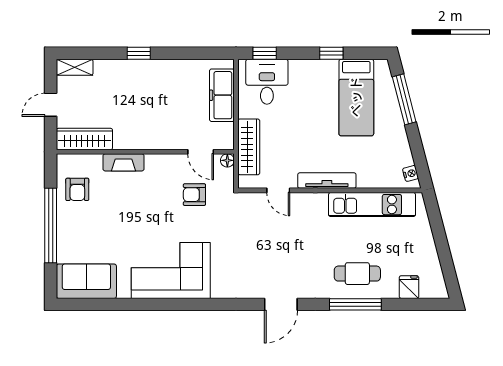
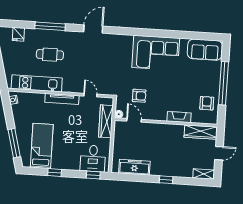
freezer: (222, 95) -> (134, 167), moved, turned -90
cafe table: (357, 274) -> (50, 55), moved

